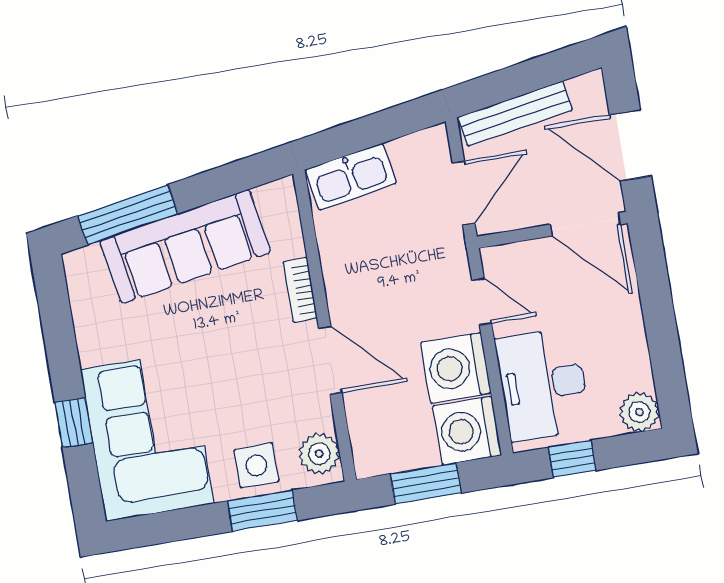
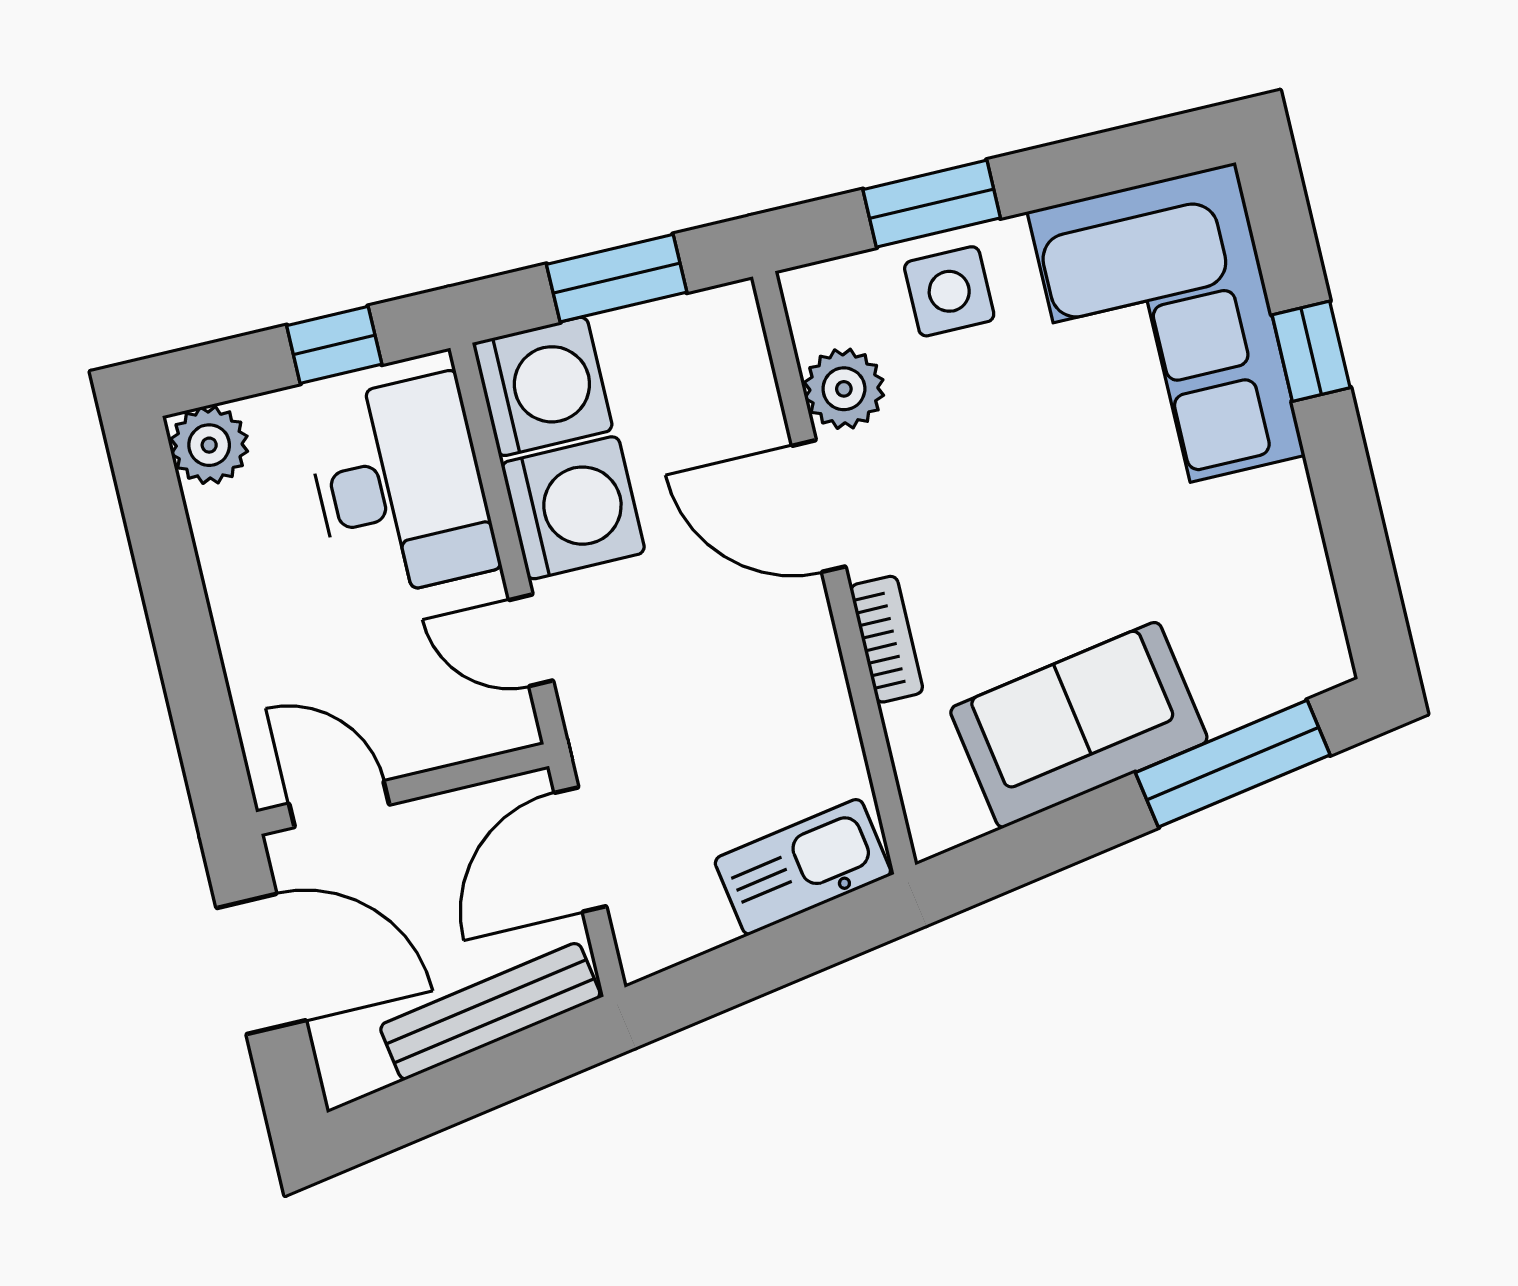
door: (585, 224) -> (339, 804), width x0.73
sofa: (185, 247) -> (1079, 725), width x0.73
plant: (319, 454) -> (844, 389), moved

